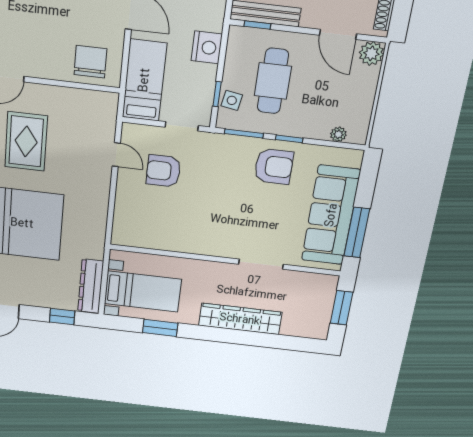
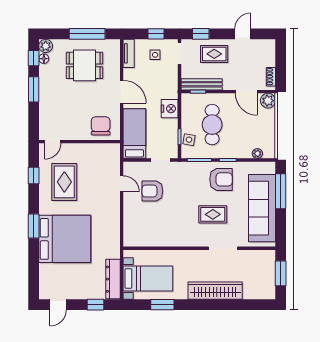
rug: (253, 215) -> (213, 214), added
window: (357, 232) -> (281, 191), moved

